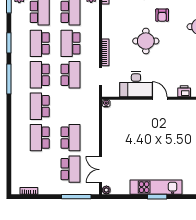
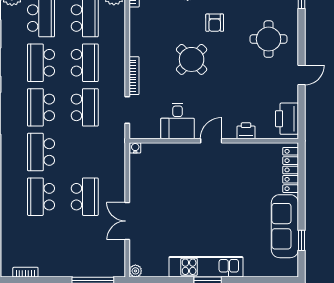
round table: (146, 41) -> (192, 59), turned 45
school desk: (71, 43) -> (85, 63), turned 180
desk: (136, 84) -> (178, 121), width x0.73
door: (160, 98) -> (211, 141), hinge flipped
school desk: (71, 169) -> (85, 241), removed
double door: (101, 170) -> (127, 221), moved

